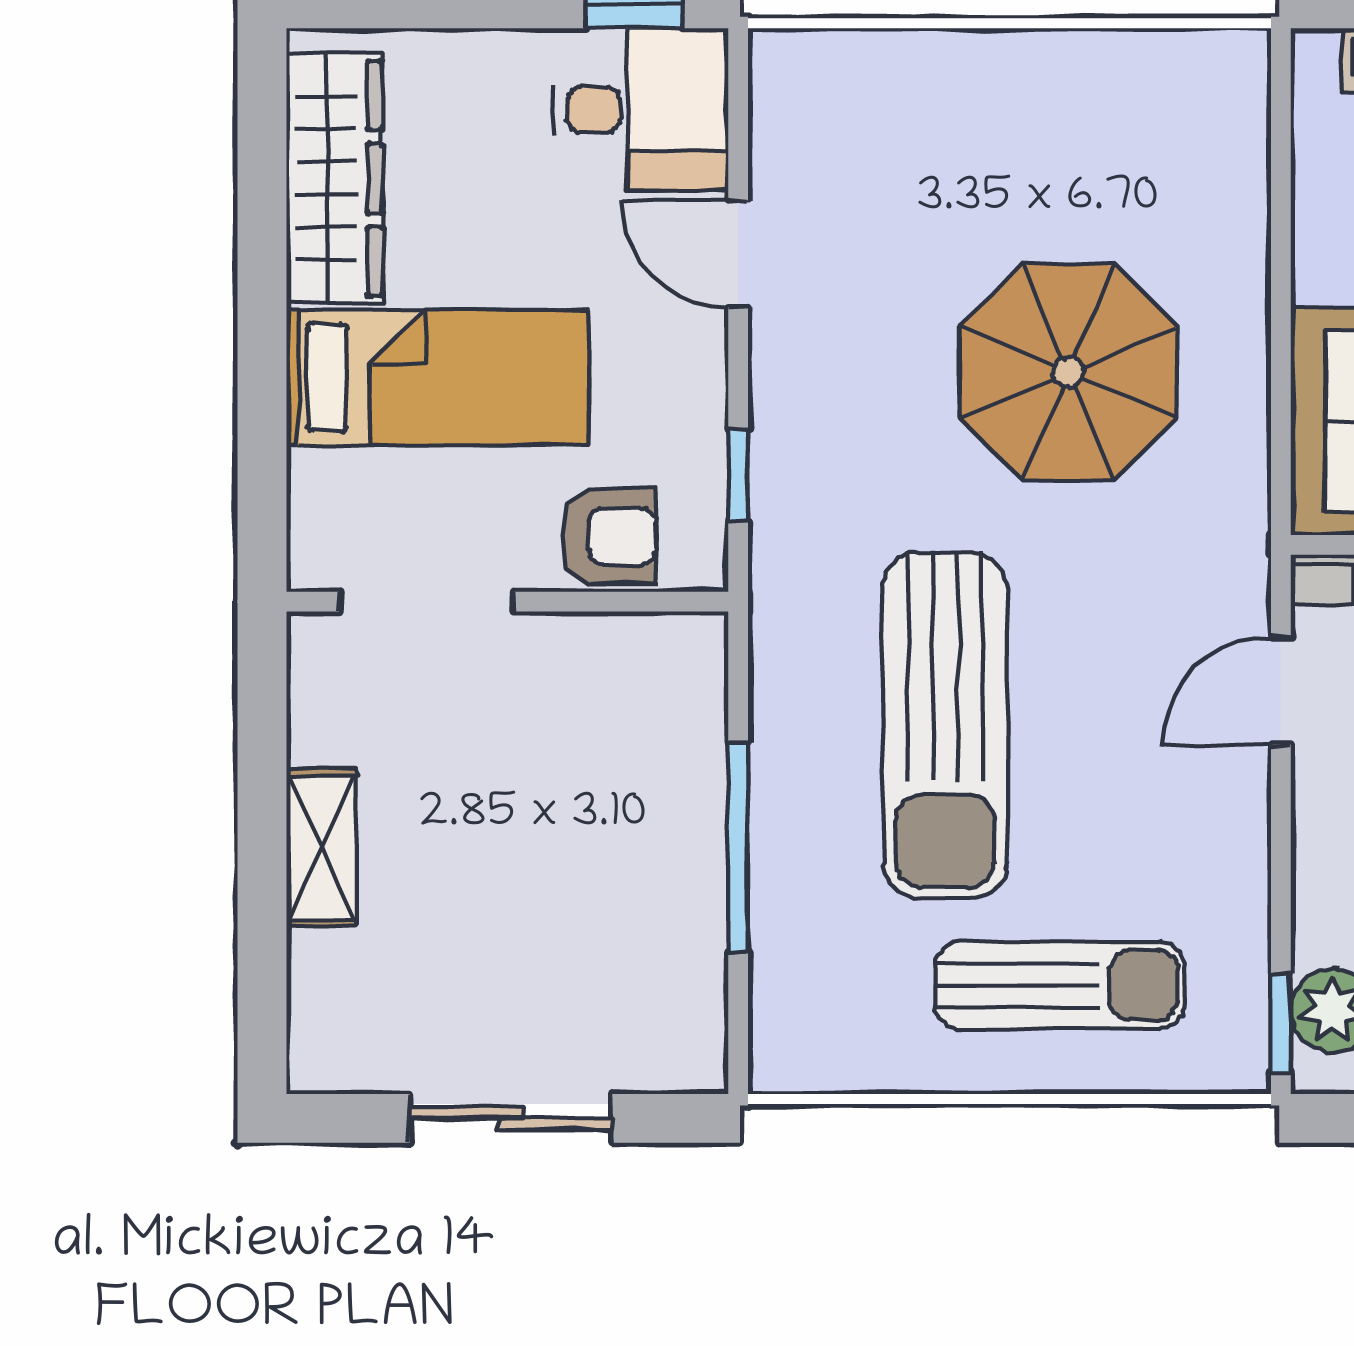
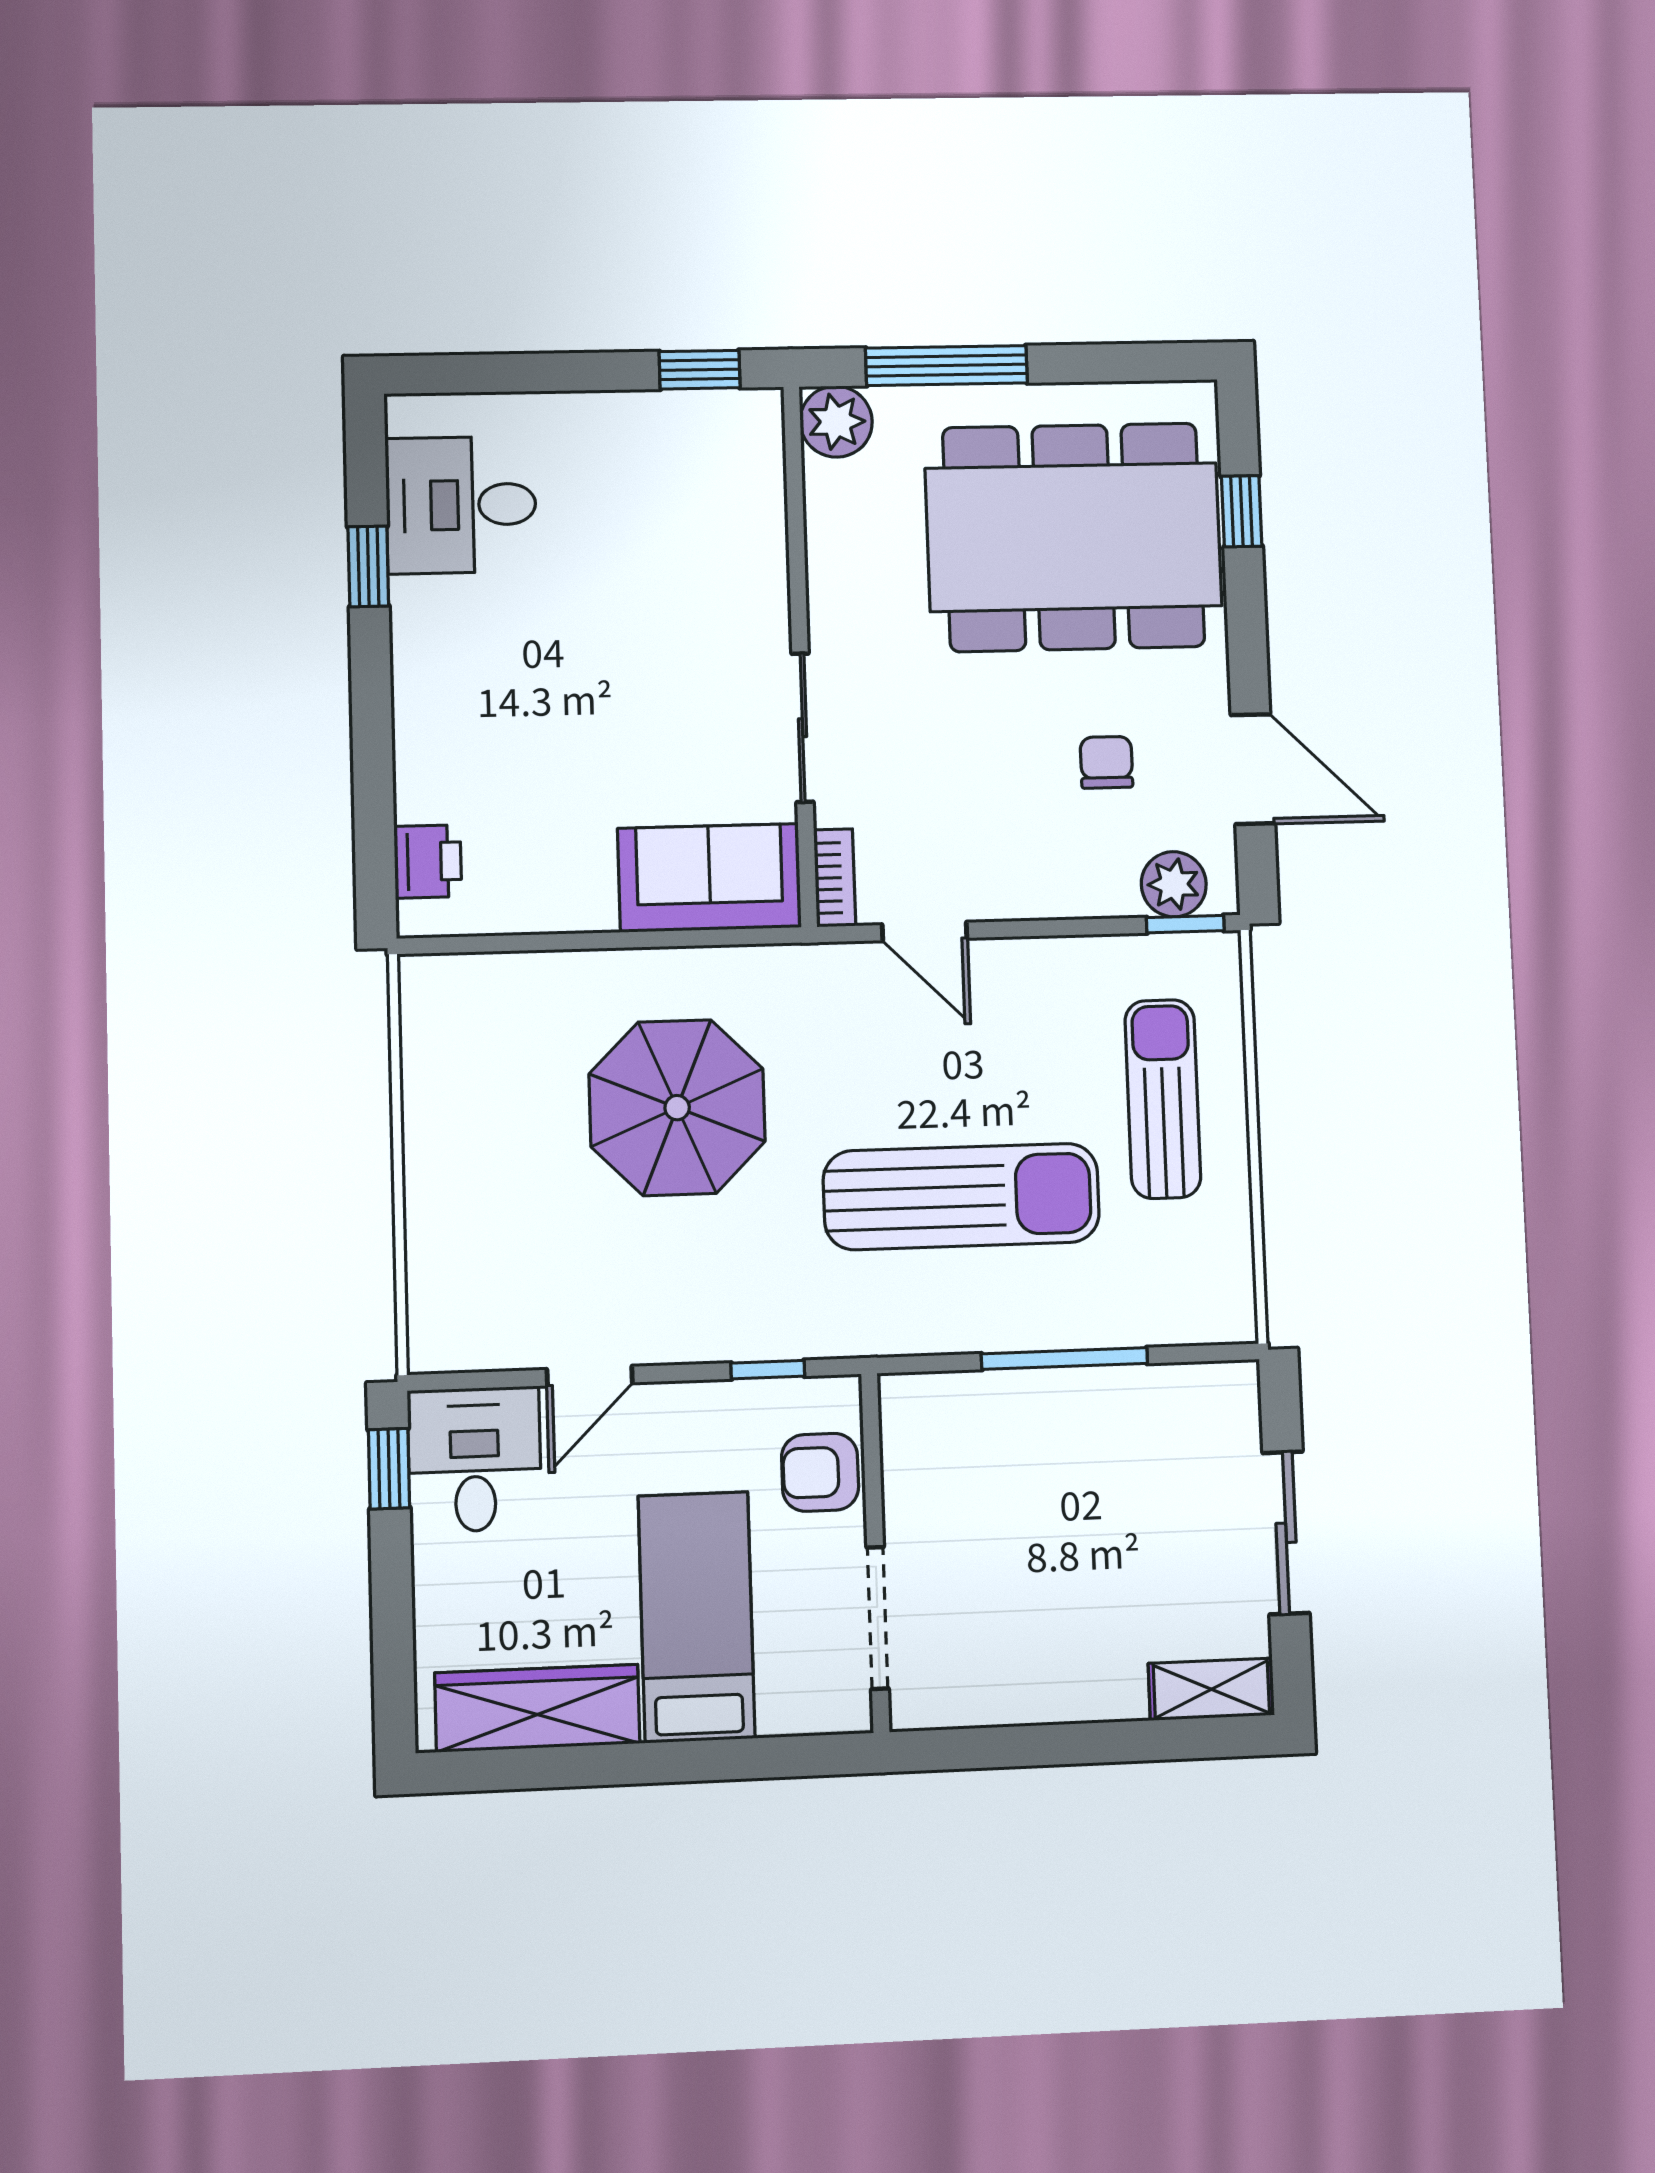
armchair: (609, 536) -> (820, 1472), turned -90
shelving: (321, 847) -> (1211, 1689), moved

